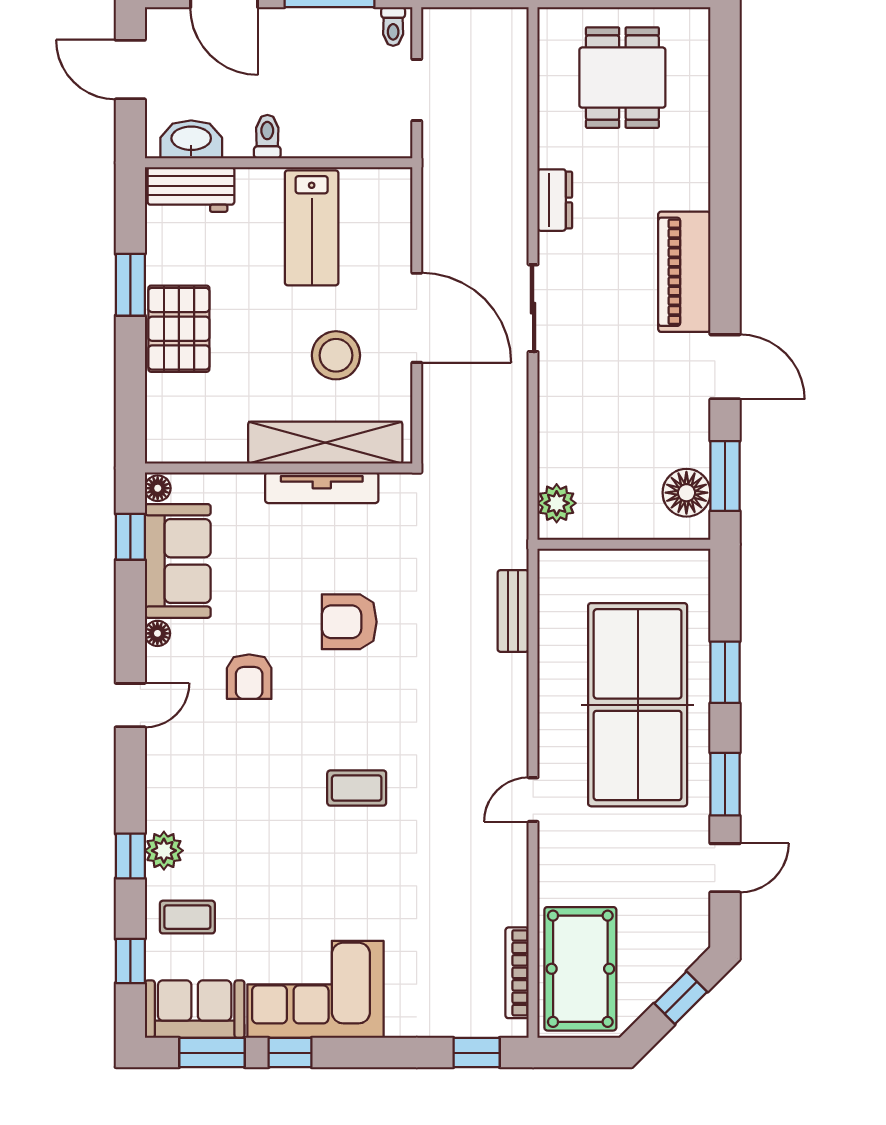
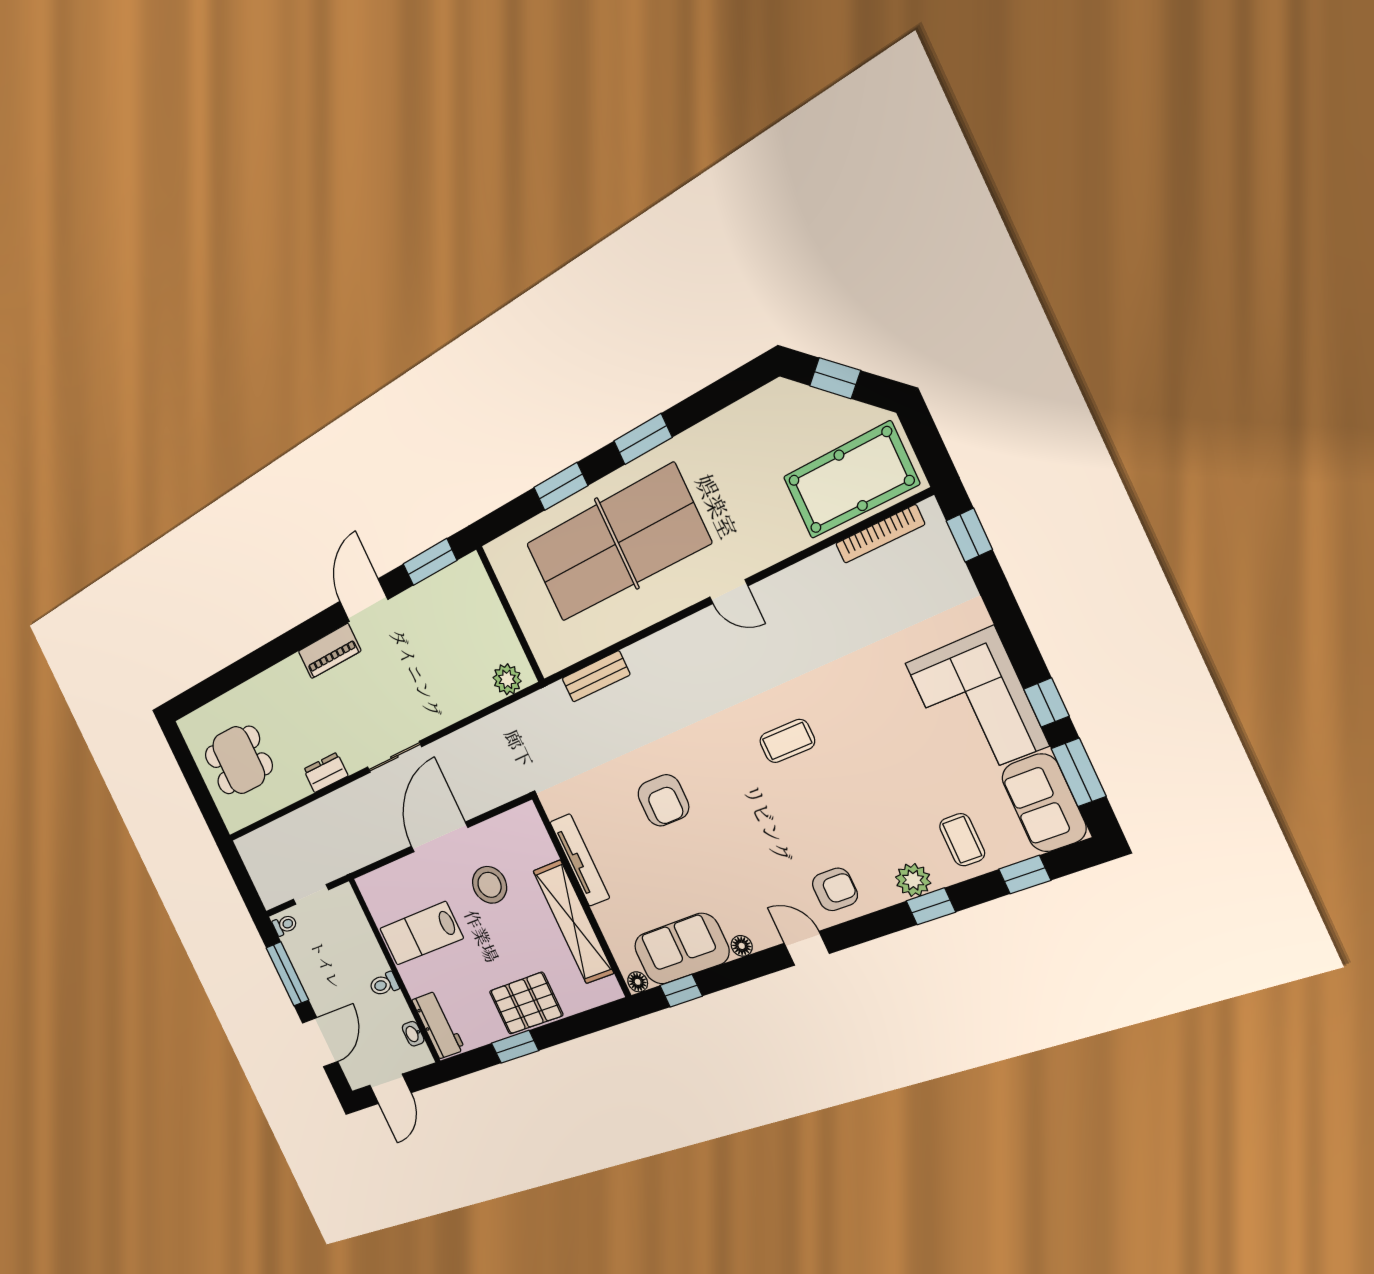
washbasin: (191, 139) -> (413, 1034), width x0.52, depth x0.69
lab bench: (312, 228) -> (421, 933), turned 180
piano: (684, 272) -> (330, 651), width x0.73, depth x0.75
shelving: (325, 443) -> (573, 922), moved
floor lamp: (686, 493) -> (454, 585), removed
armchair: (249, 677) -> (835, 889), moved
coffee table: (357, 788) -> (787, 741), turned 90
door: (725, 868) -> (708, 401), removed

